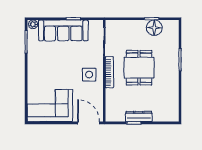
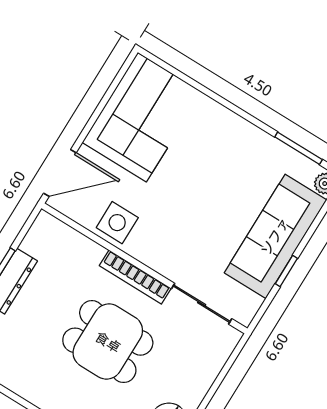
side table: (89, 75) -> (117, 223), moved

